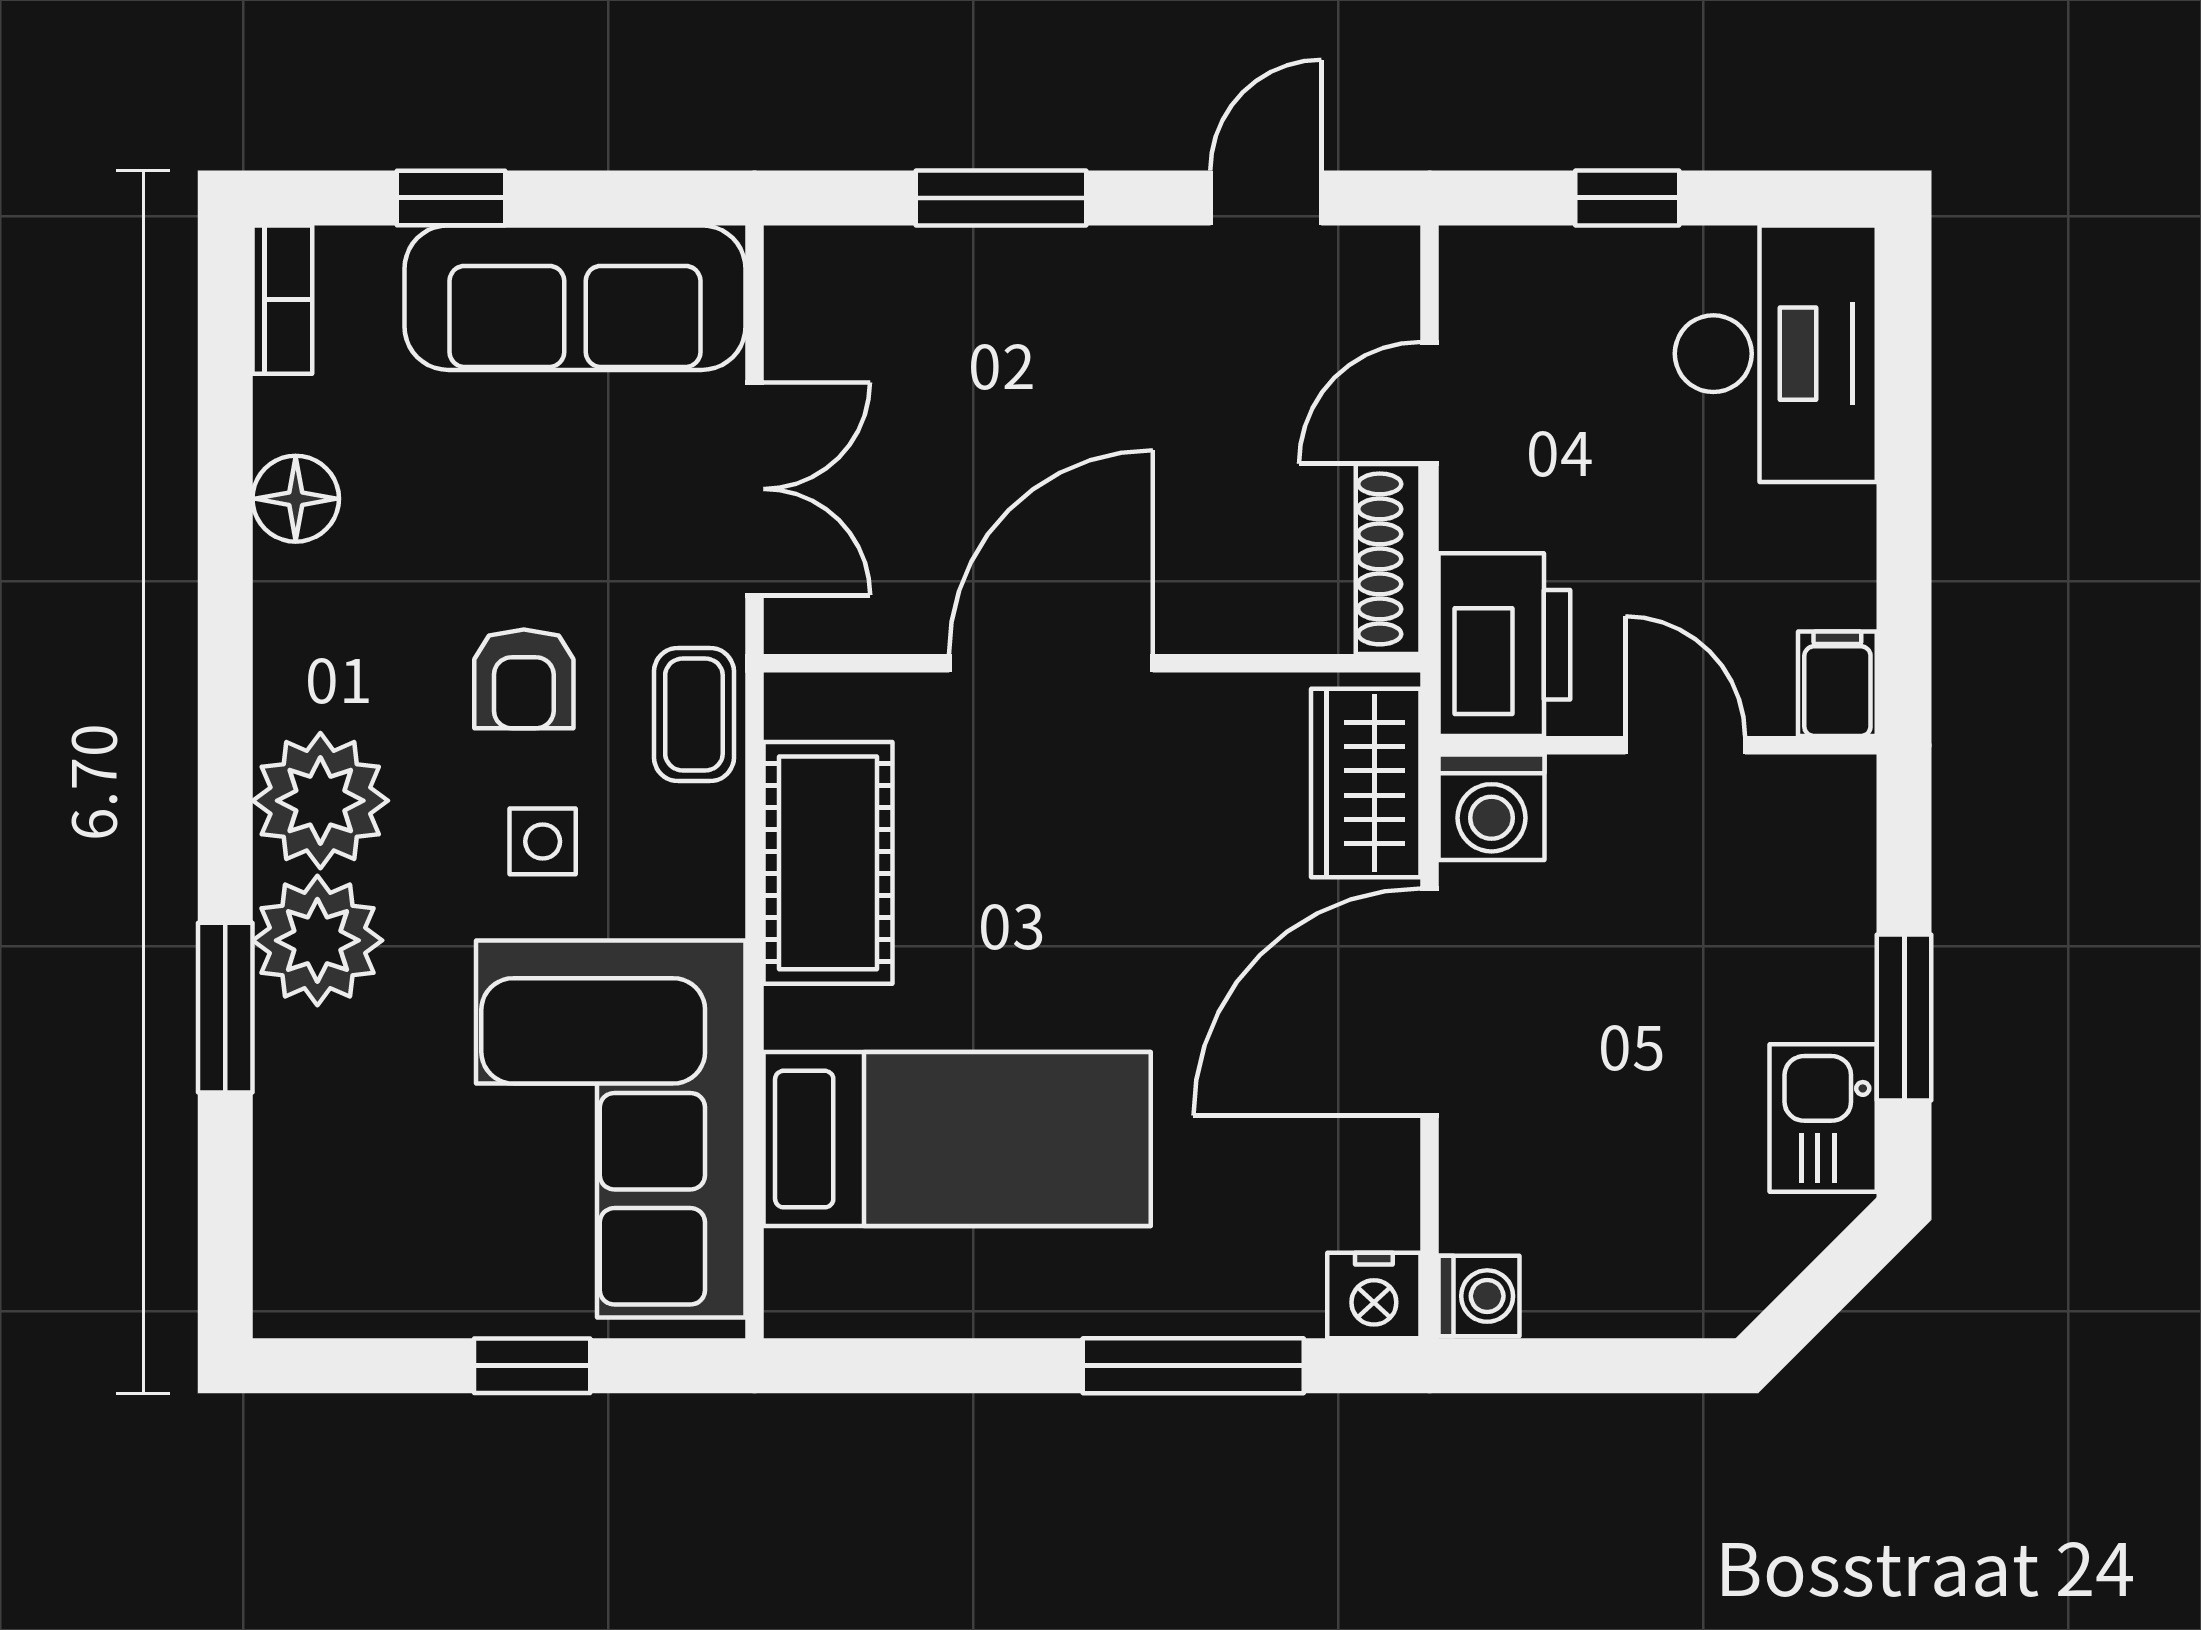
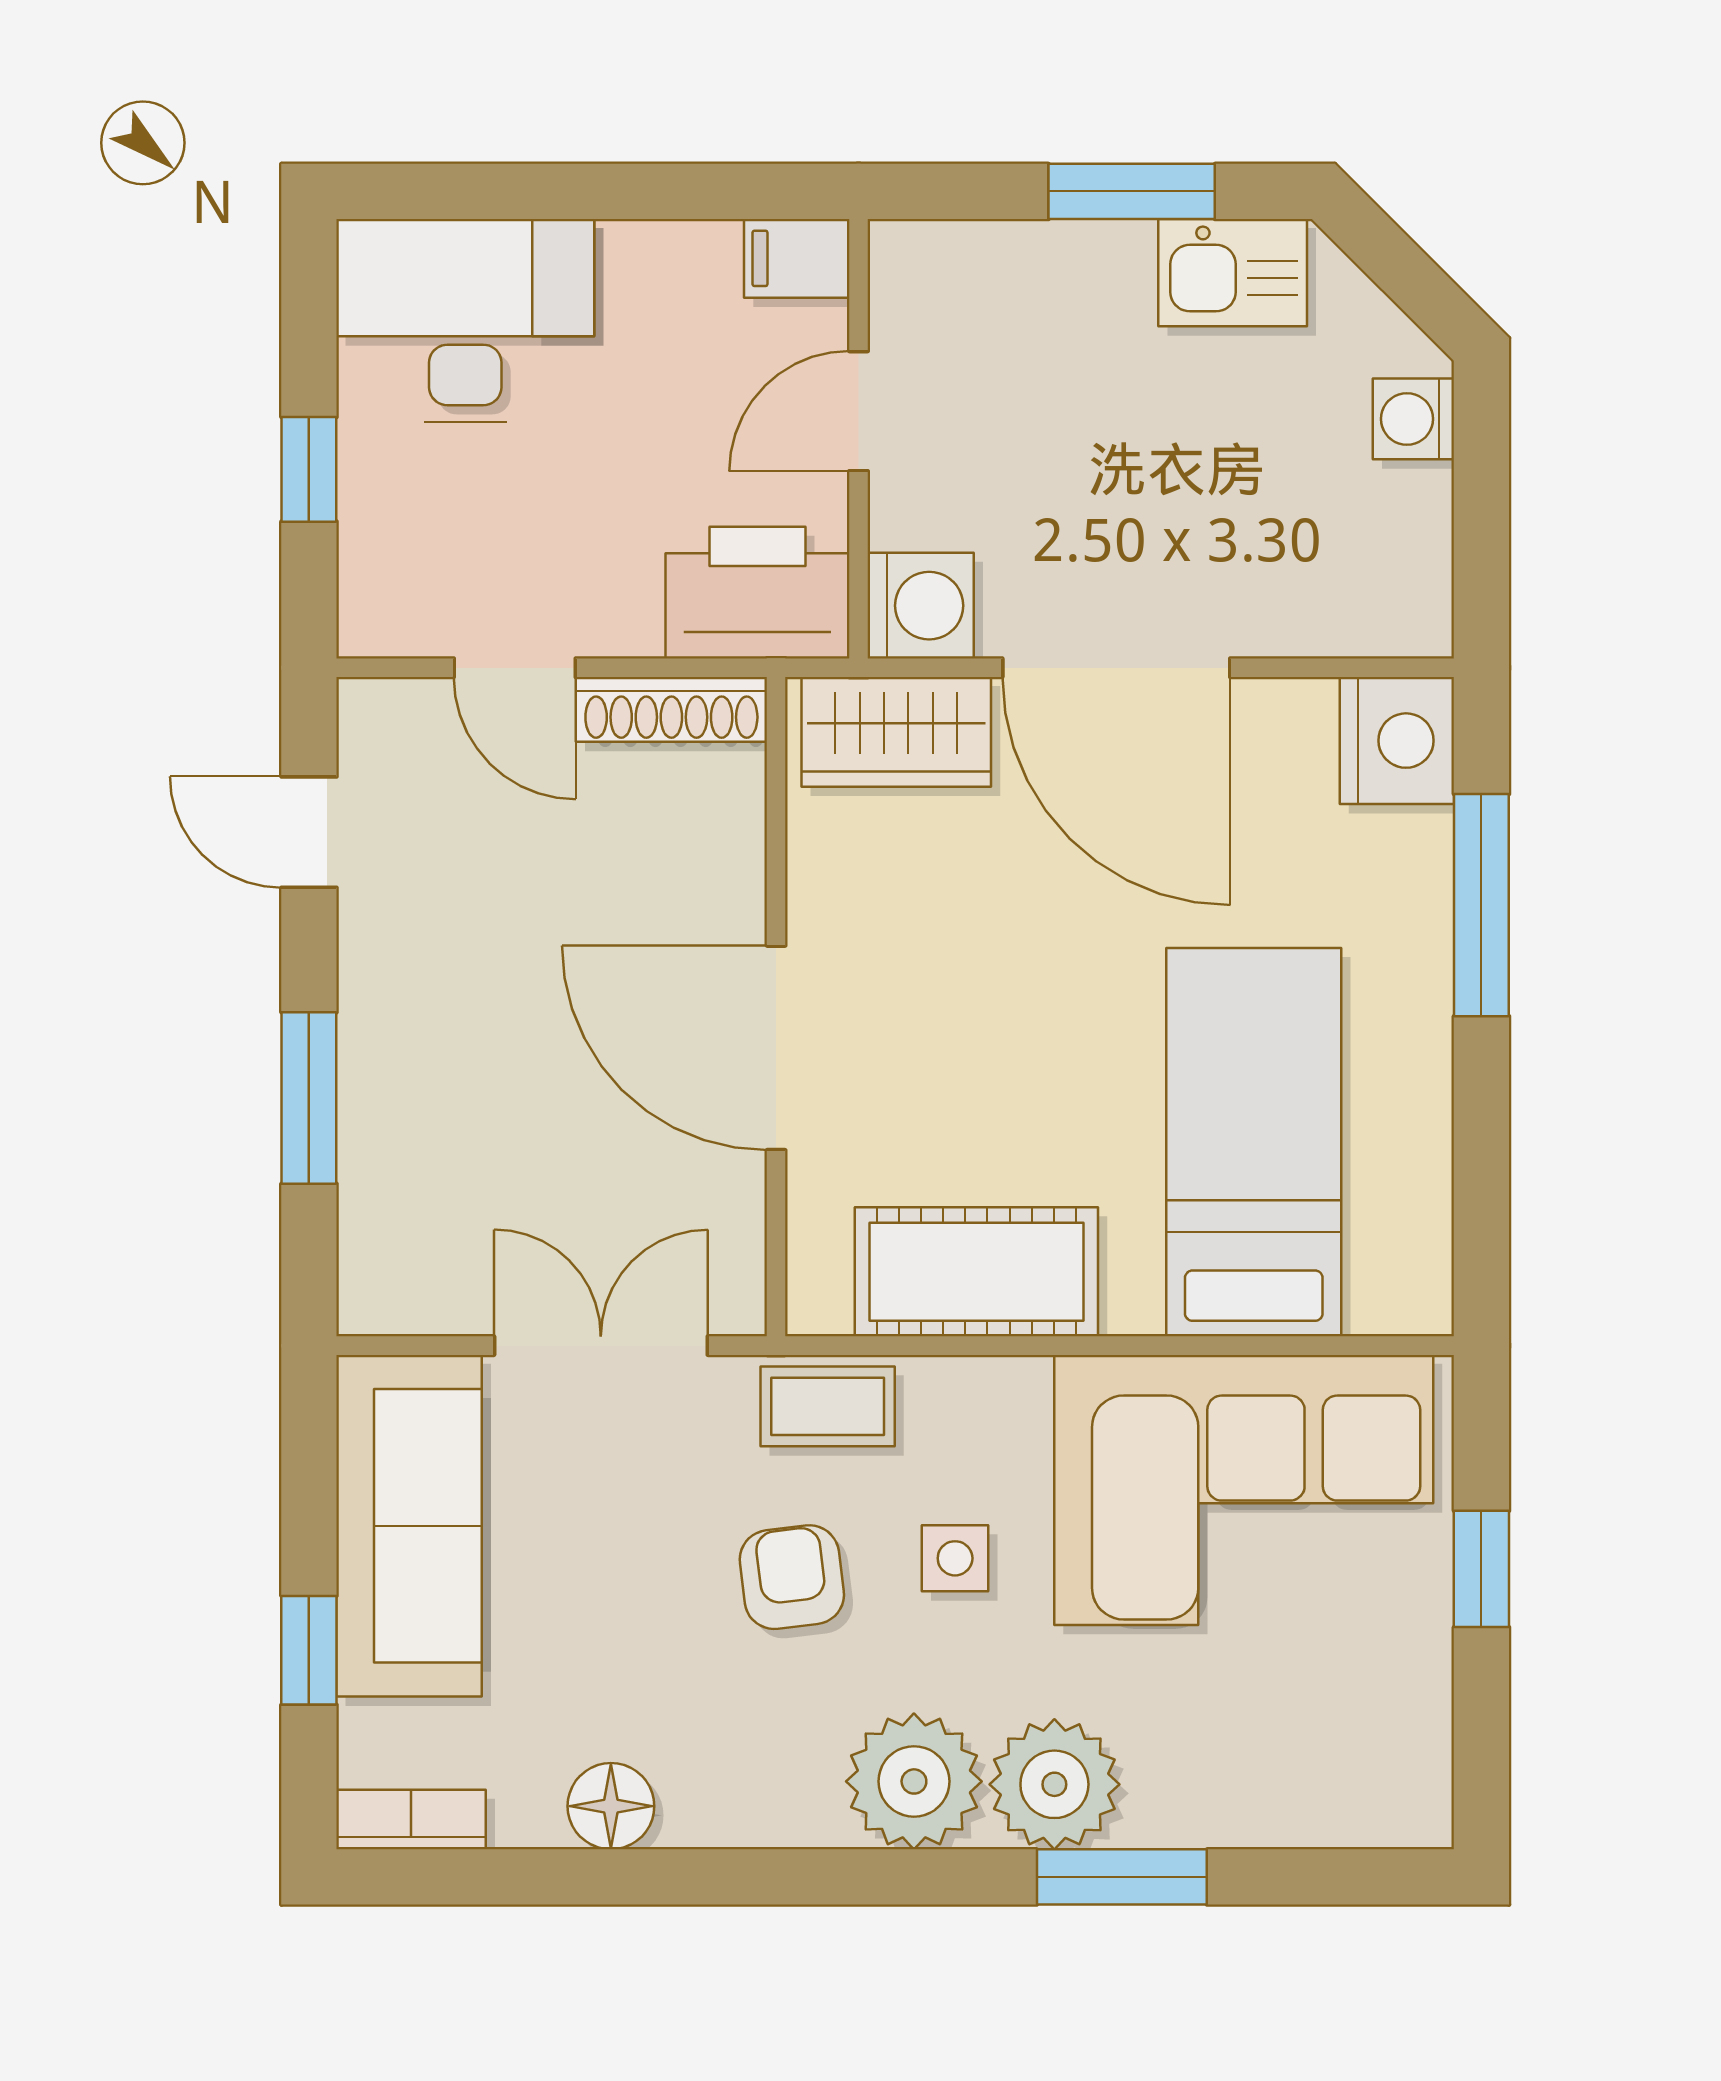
armchair: (524, 679) -> (792, 1577), turned -97
nightstand: (1374, 1296) -> (1397, 741), width x1.36, depth x1.33
washing machine: (1479, 1296) -> (1413, 419), moved, turned -90

